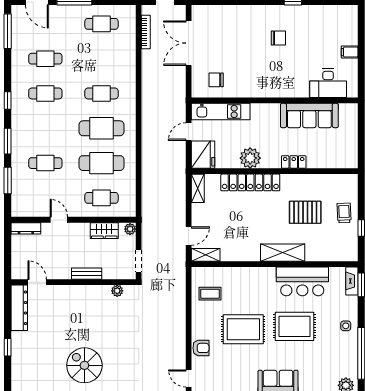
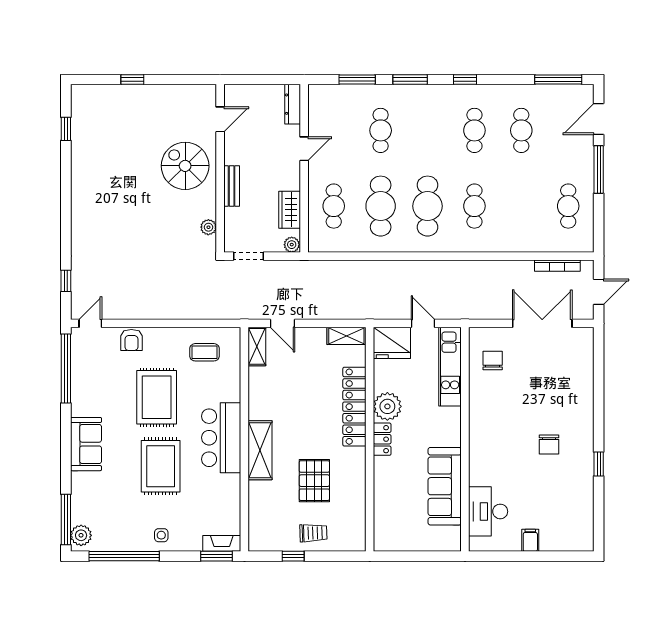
locker: (294, 162) -> (382, 439), moved
bar counter: (302, 281) -> (221, 438), moved
coffee table: (210, 294) -> (205, 352), turned 90
dresser: (19, 308) -> (186, 95), removed
spiral stairs: (84, 365) -> (185, 166), moved, turned -90

